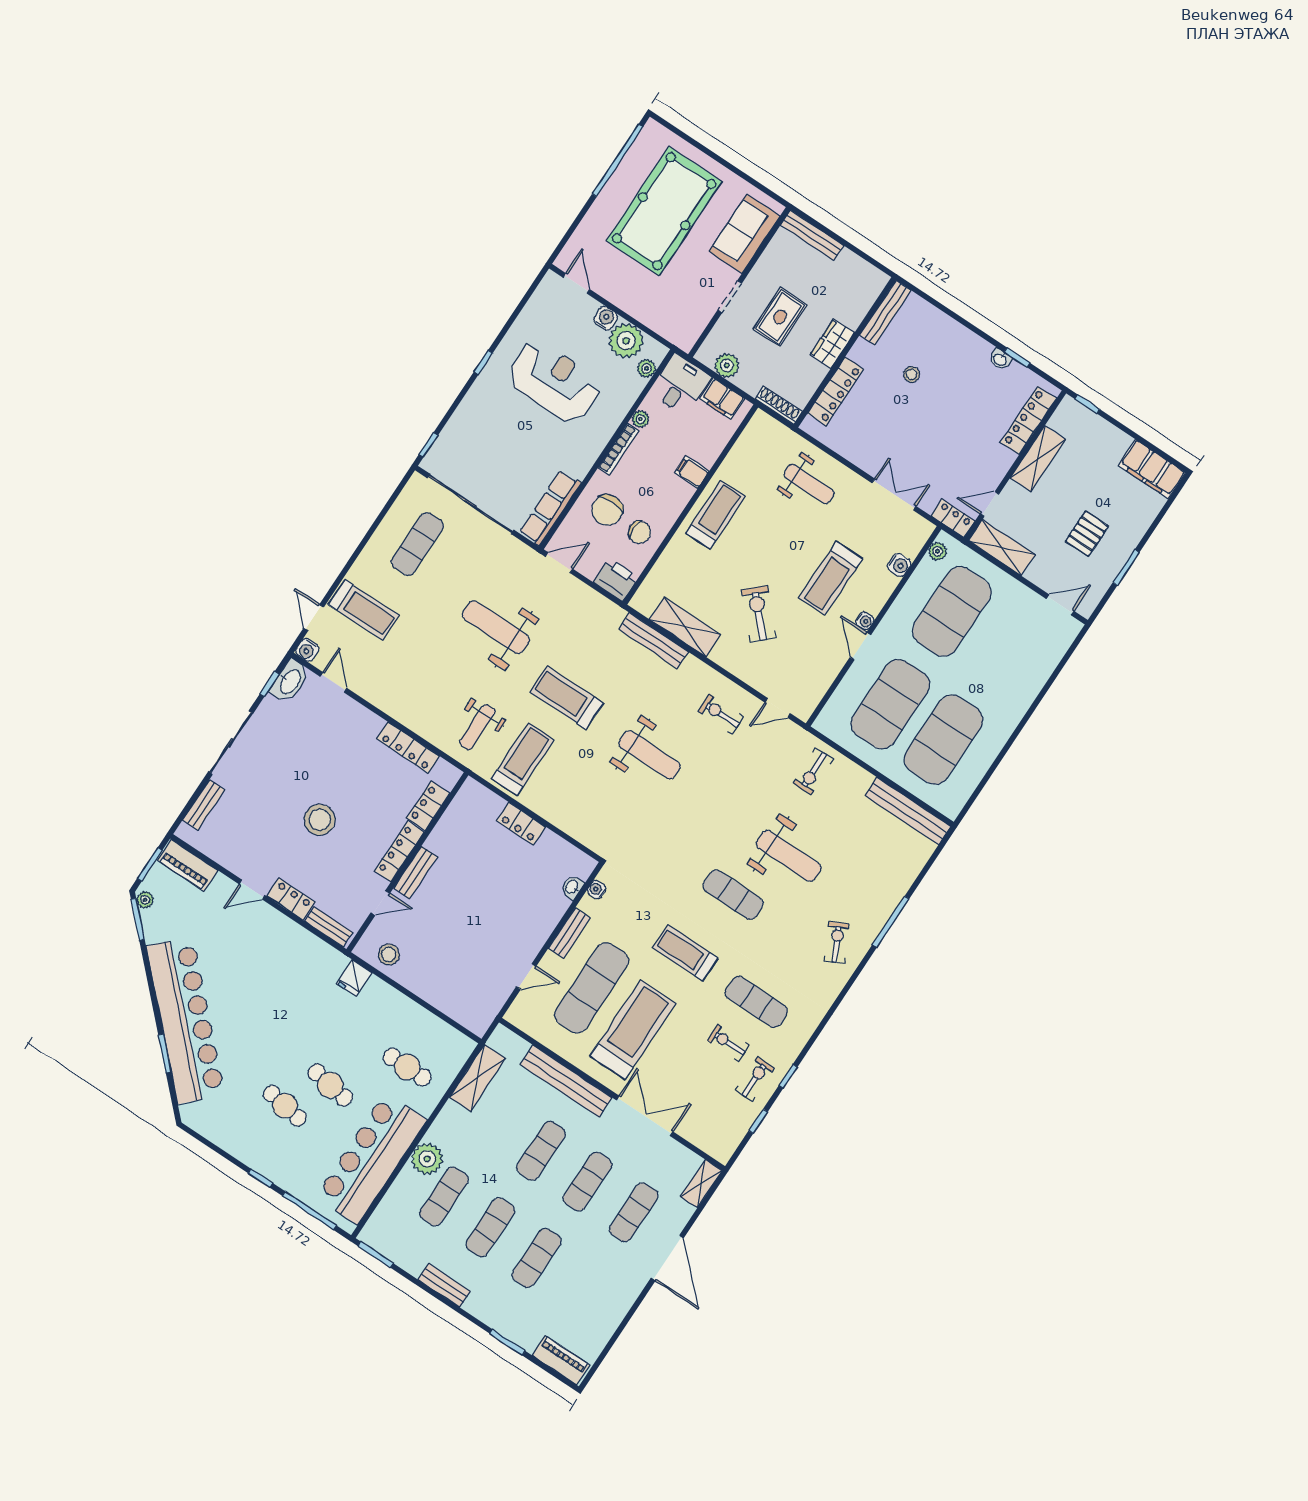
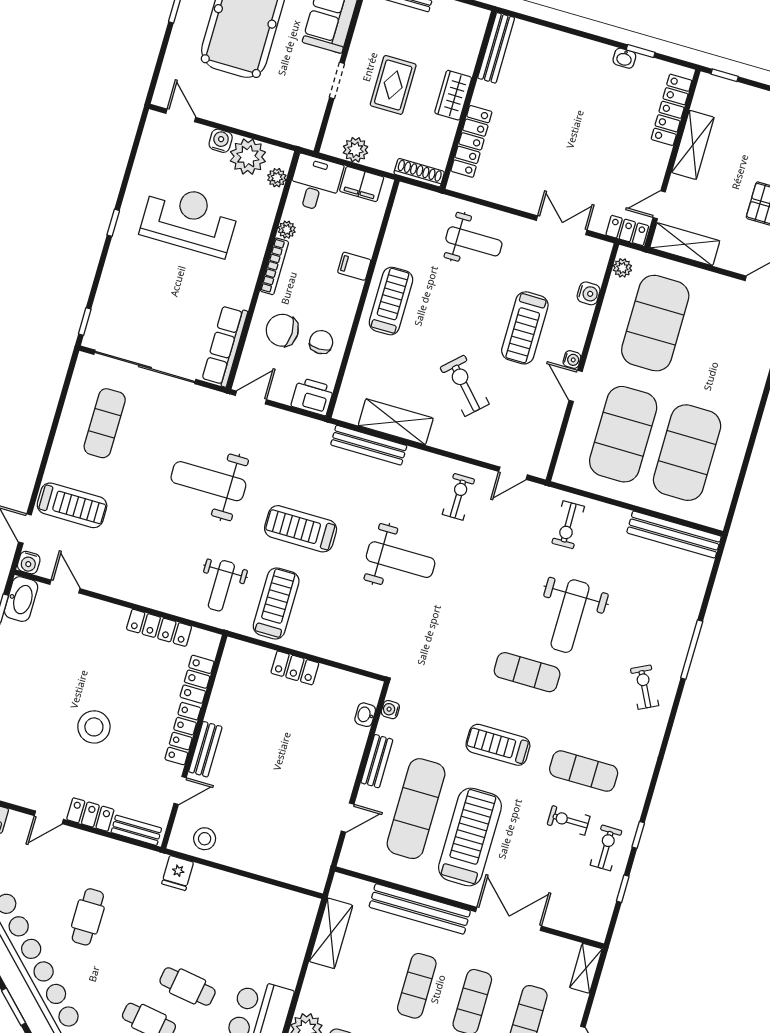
stool: (912, 374) -> (541, 101), removed
chair: (607, 510) -> (282, 330), turned 90
chair: (640, 532) -> (321, 342), turned -90
exercise bike: (721, 714) -> (458, 497), turned 90
weight bench: (789, 856) -> (570, 616), turned 90
cafe table: (407, 1067) -> (88, 917), moved, turned 90

